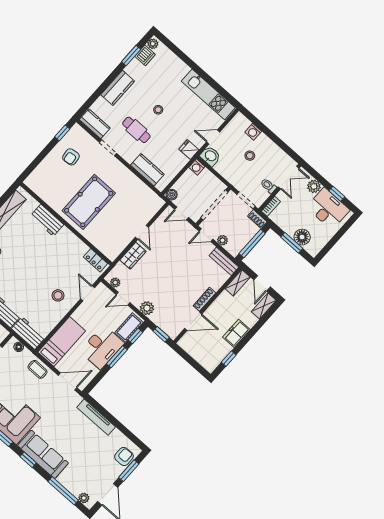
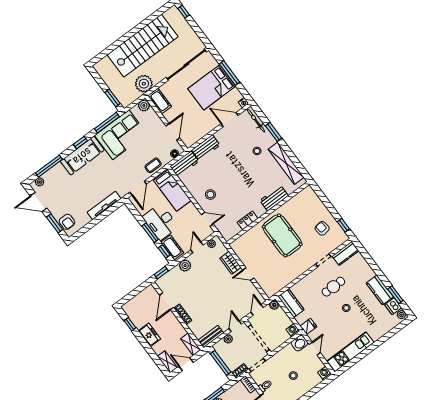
kitchen counter: (118, 88) -> (380, 290), moved
washing machine: (253, 132) -> (325, 373), moved
kitchen counter: (147, 170) -> (291, 303), moved, turned -90
locker: (95, 260) -> (248, 220), moved

